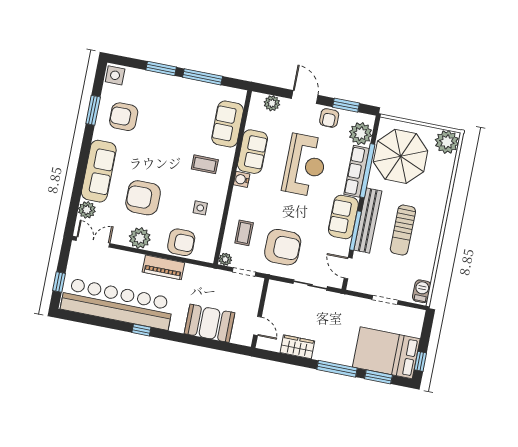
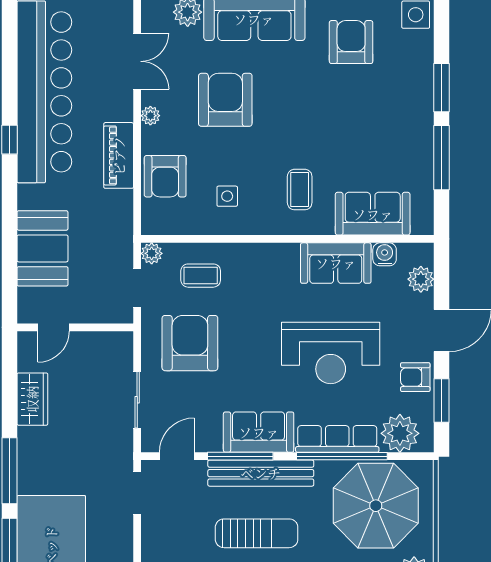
water cooler: (242, 179) -> (385, 254), moved
sun lounger: (403, 230) -> (257, 533), turned 180
plant: (140, 238) -> (150, 116), width x0.53, depth x0.53
double door: (93, 242) -> (137, 61), moved
armchair: (283, 247) -> (190, 343), turned 180
doorway: (385, 300) -> (137, 493), moved

